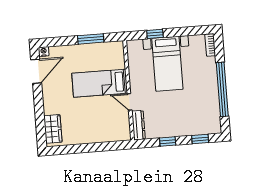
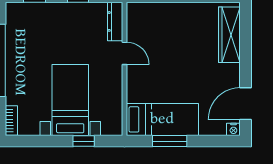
bed: (100, 83) -> (162, 119), moved
wardrobe: (53, 129) -> (229, 35), width x1.50

